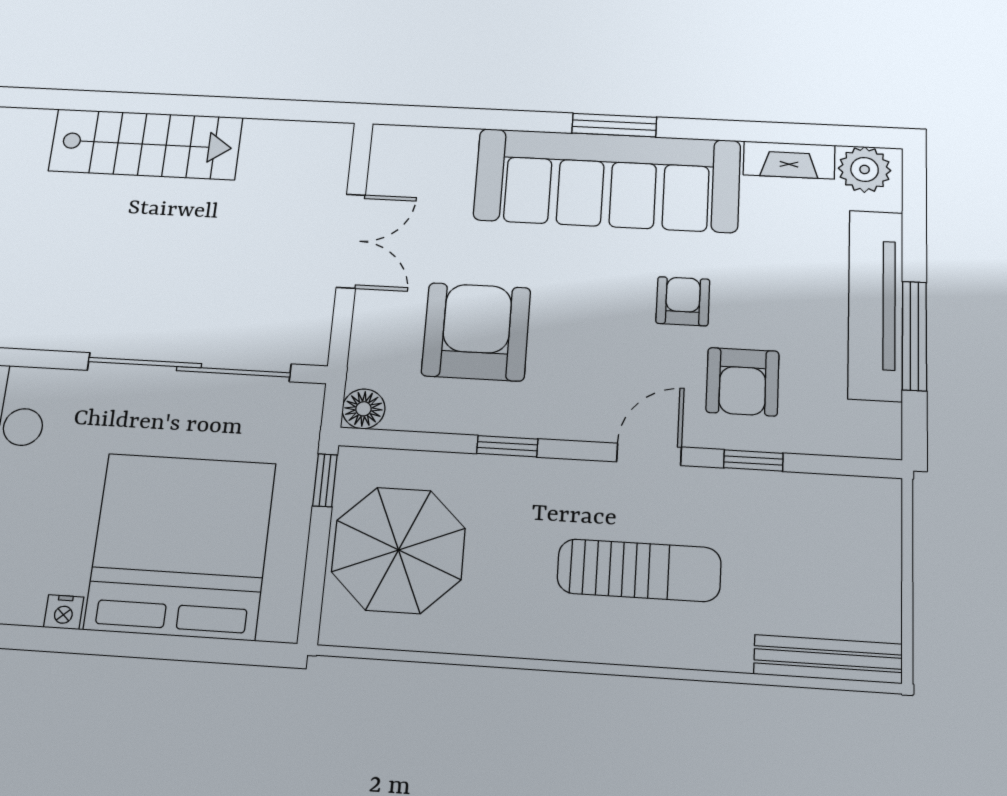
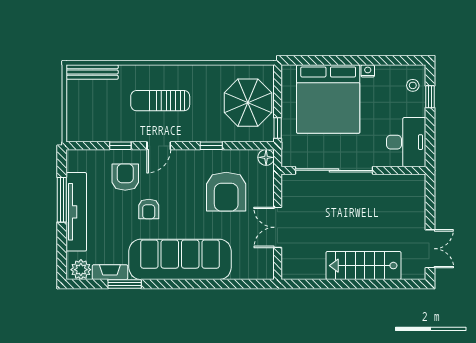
window: (614, 125) -> (125, 284), moved

